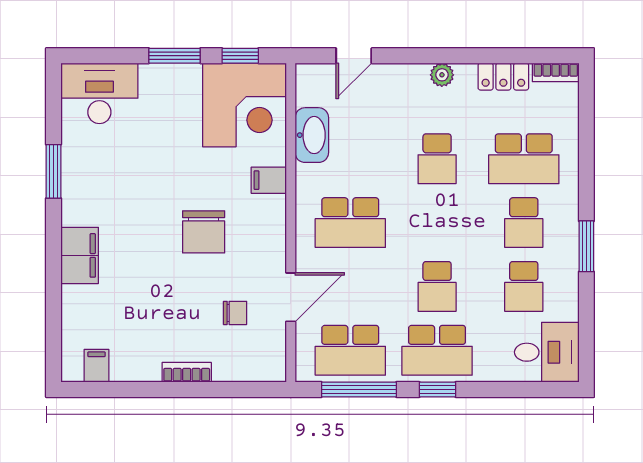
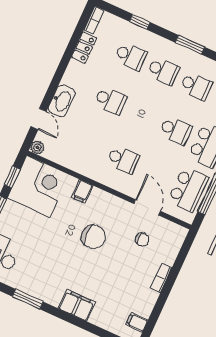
plant: (442, 75) -> (37, 147), moved
washbasin: (312, 135) -> (62, 101), moved, turned 90
window: (586, 148) -> (140, 22), added
school desk: (524, 159) -> (131, 56), width x0.54
school desk: (350, 223) -> (123, 160), width x0.54
chair: (235, 313) -> (142, 239), turned 90

